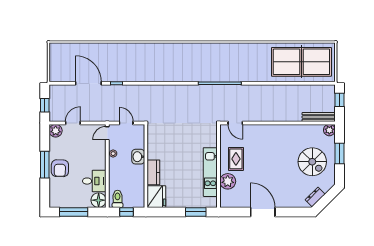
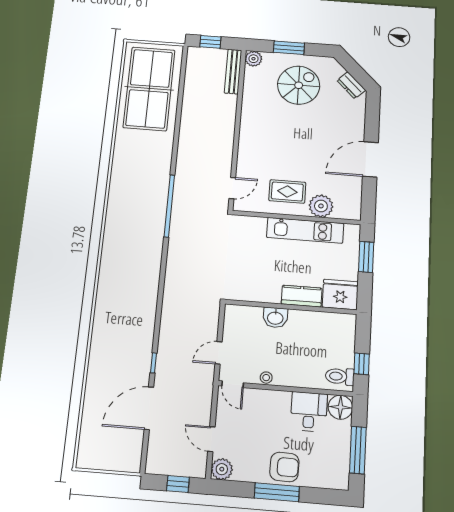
washbasin: (138, 157) -> (275, 318), moved
wall: (146, 166) -> (291, 307), moved
kitchen counter: (153, 172) -> (302, 296), moved
fridge: (156, 197) -> (340, 294), moved

